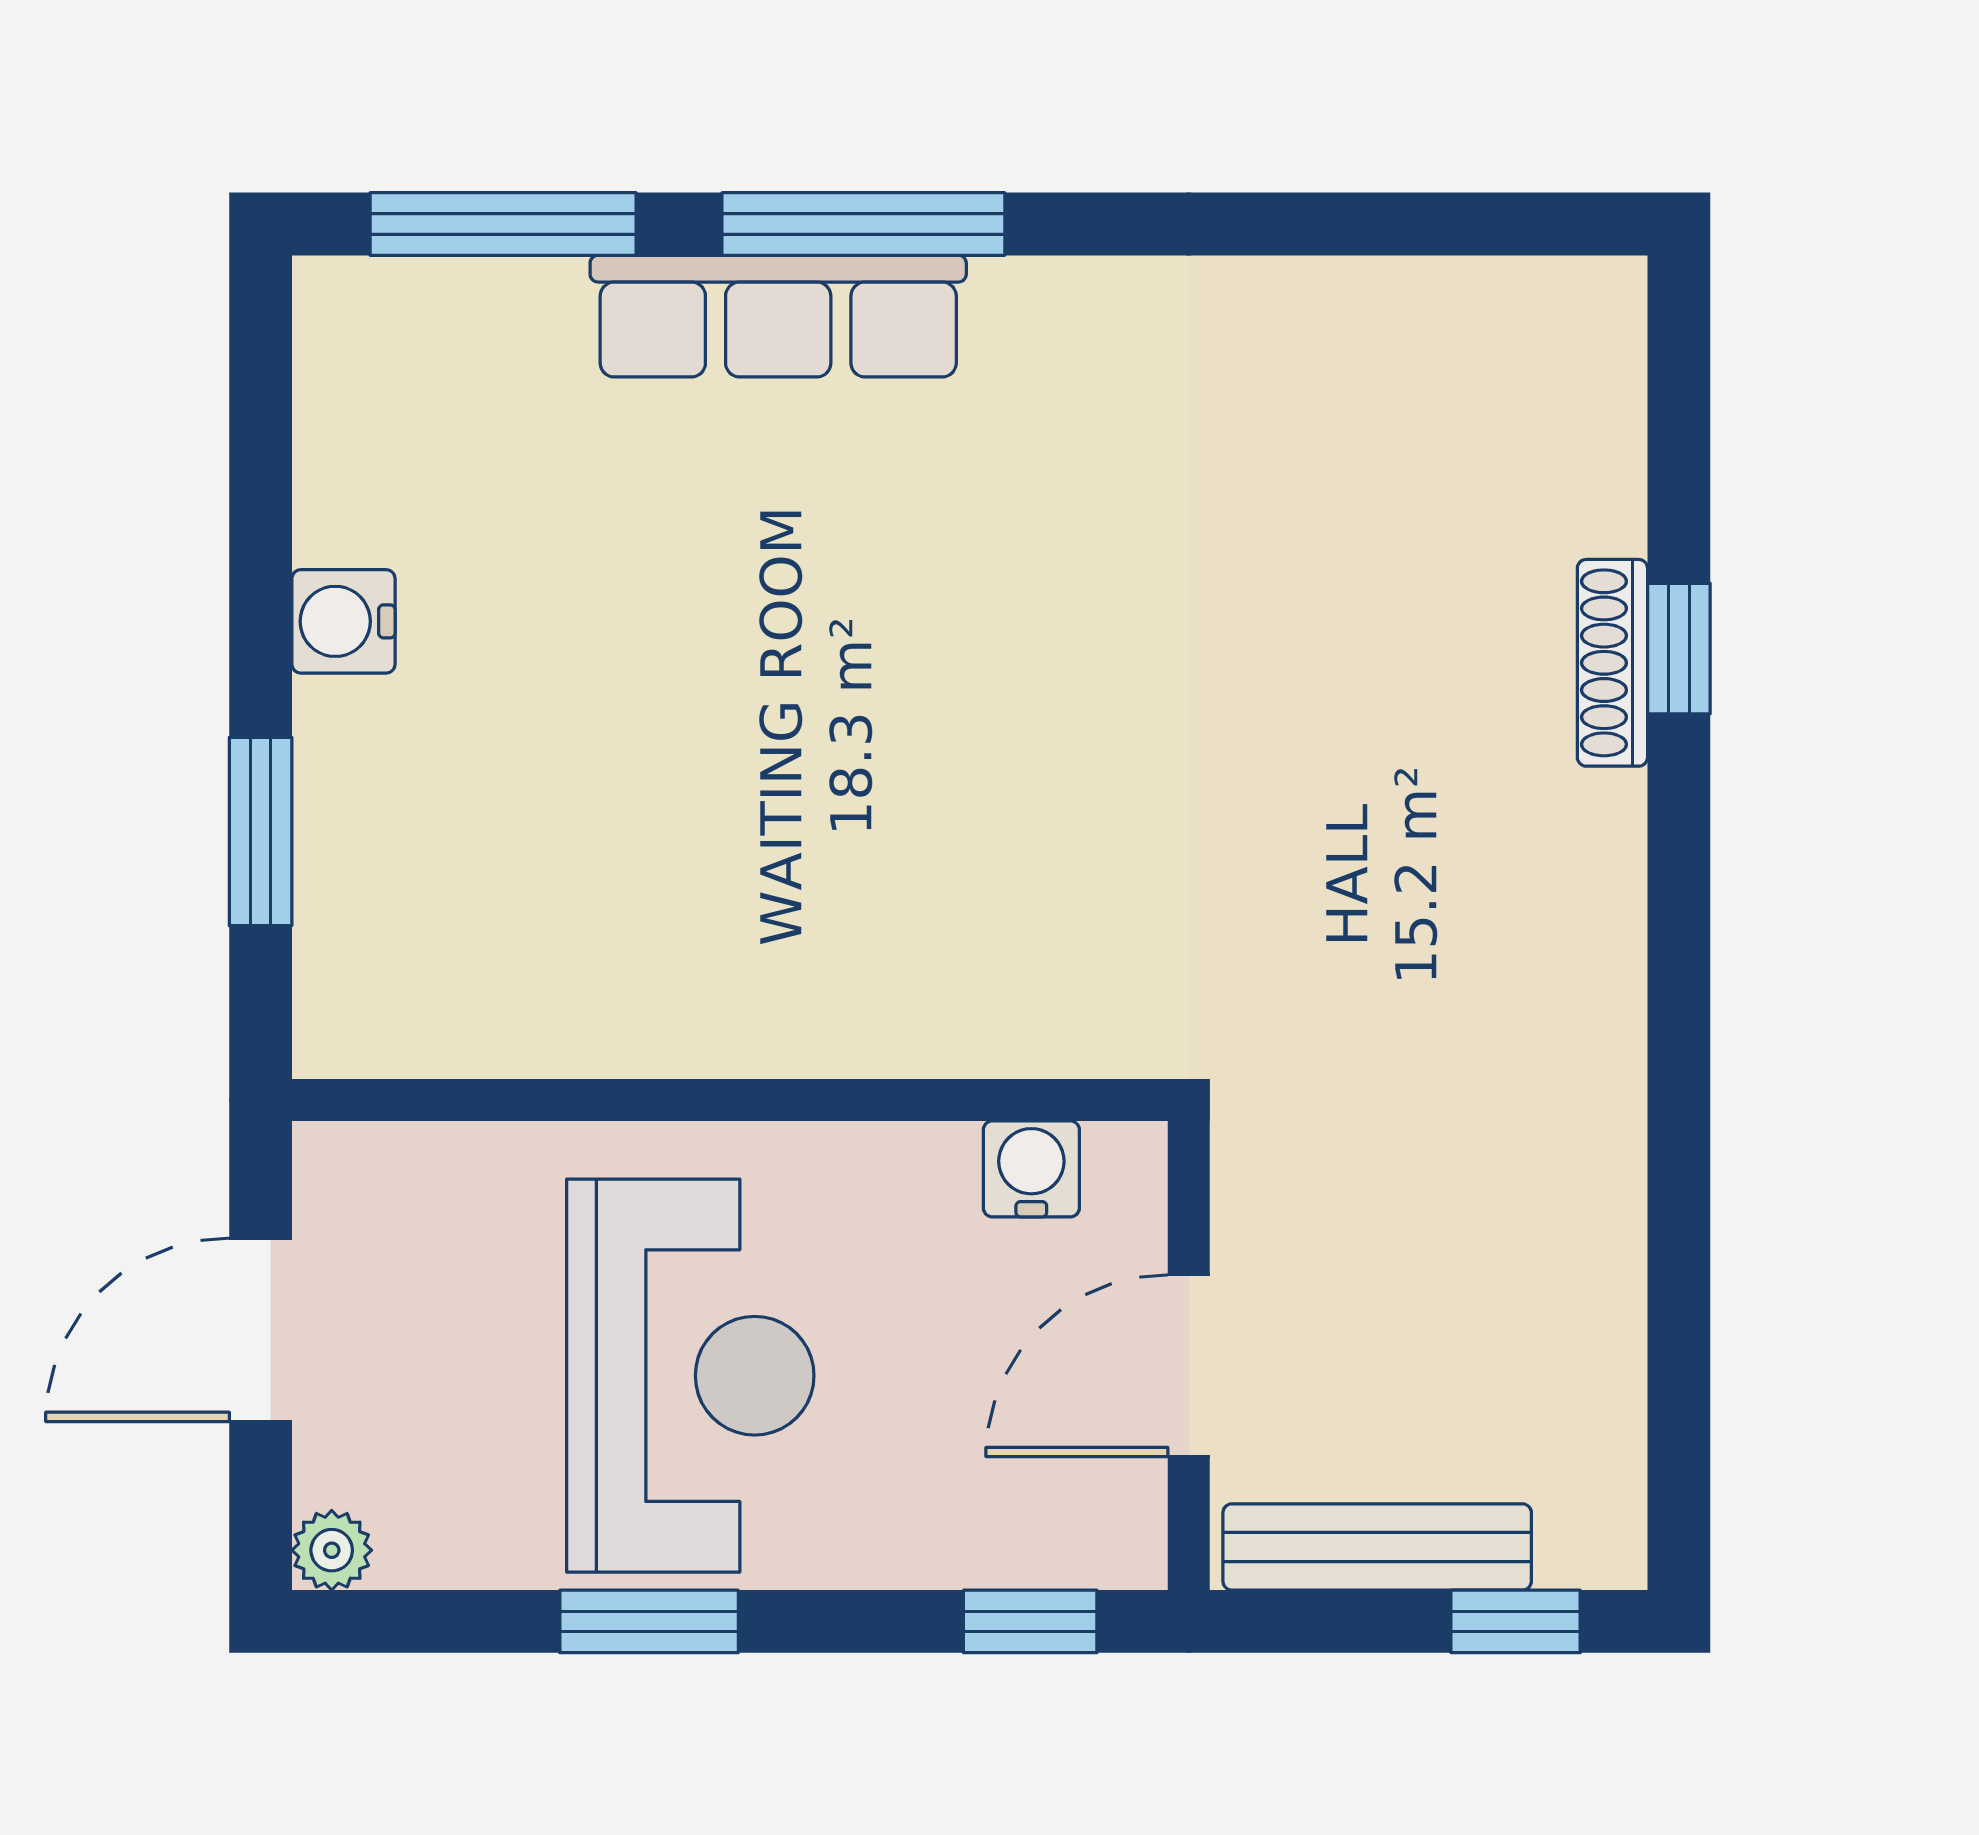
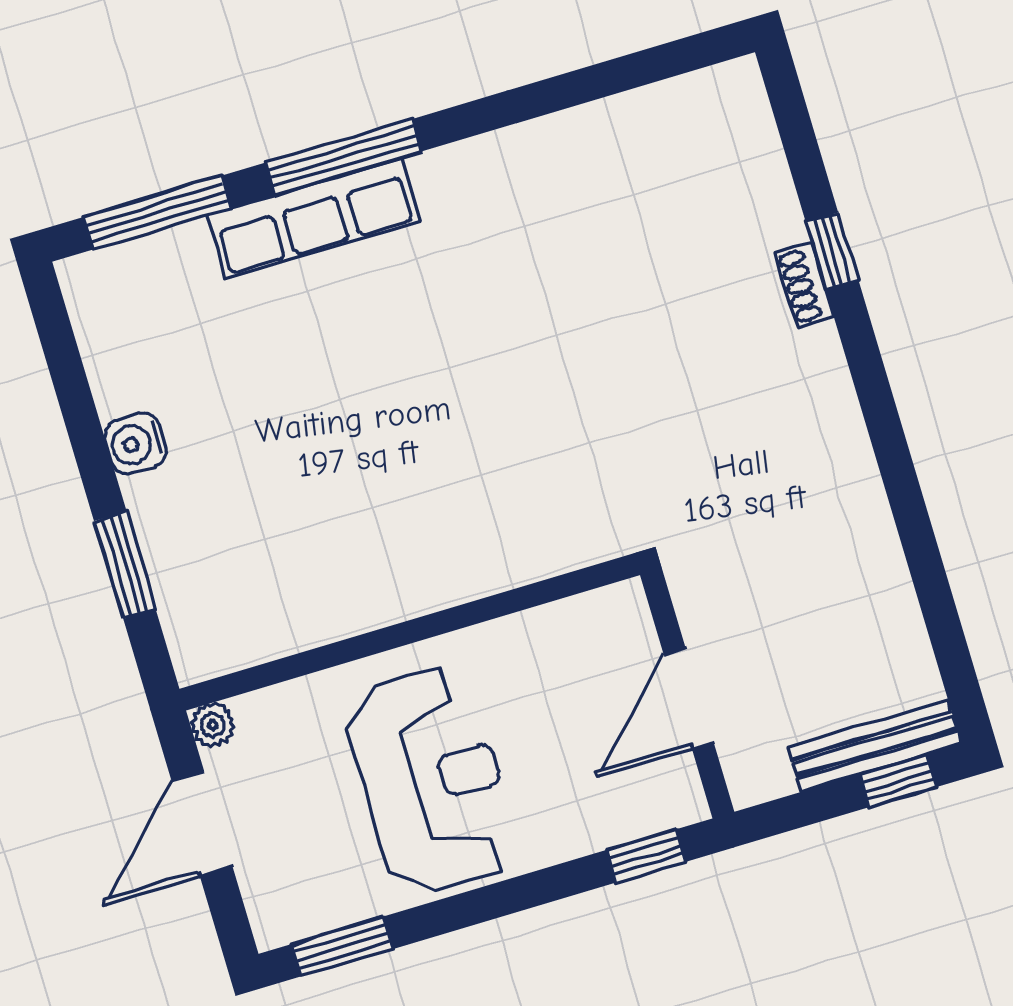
shoe rack: (1612, 663) -> (805, 285), width x0.70
water cooler: (1031, 1169) -> (577, 621), removed
bench: (1377, 1547) -> (875, 746), moved
plant: (332, 1550) -> (213, 725), moved
window: (649, 1621) -> (342, 946), moved

